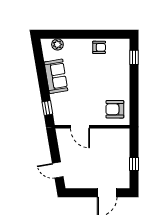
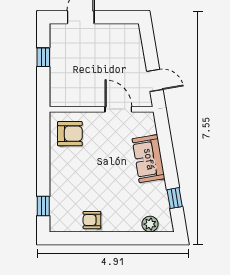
sofa: (56, 76) -> (149, 159), moved
window: (47, 108) -> (175, 198), moved
door: (58, 170) -> (155, 80), moved

